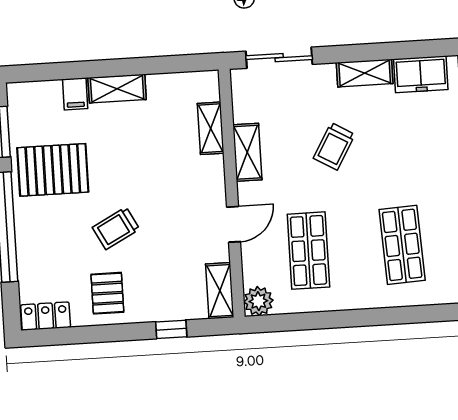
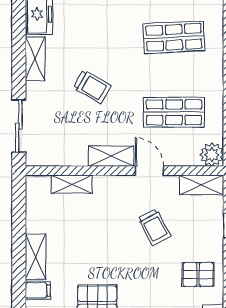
shelving: (247, 152) -> (111, 156), moved
trolley: (116, 228) -> (154, 227), moved

